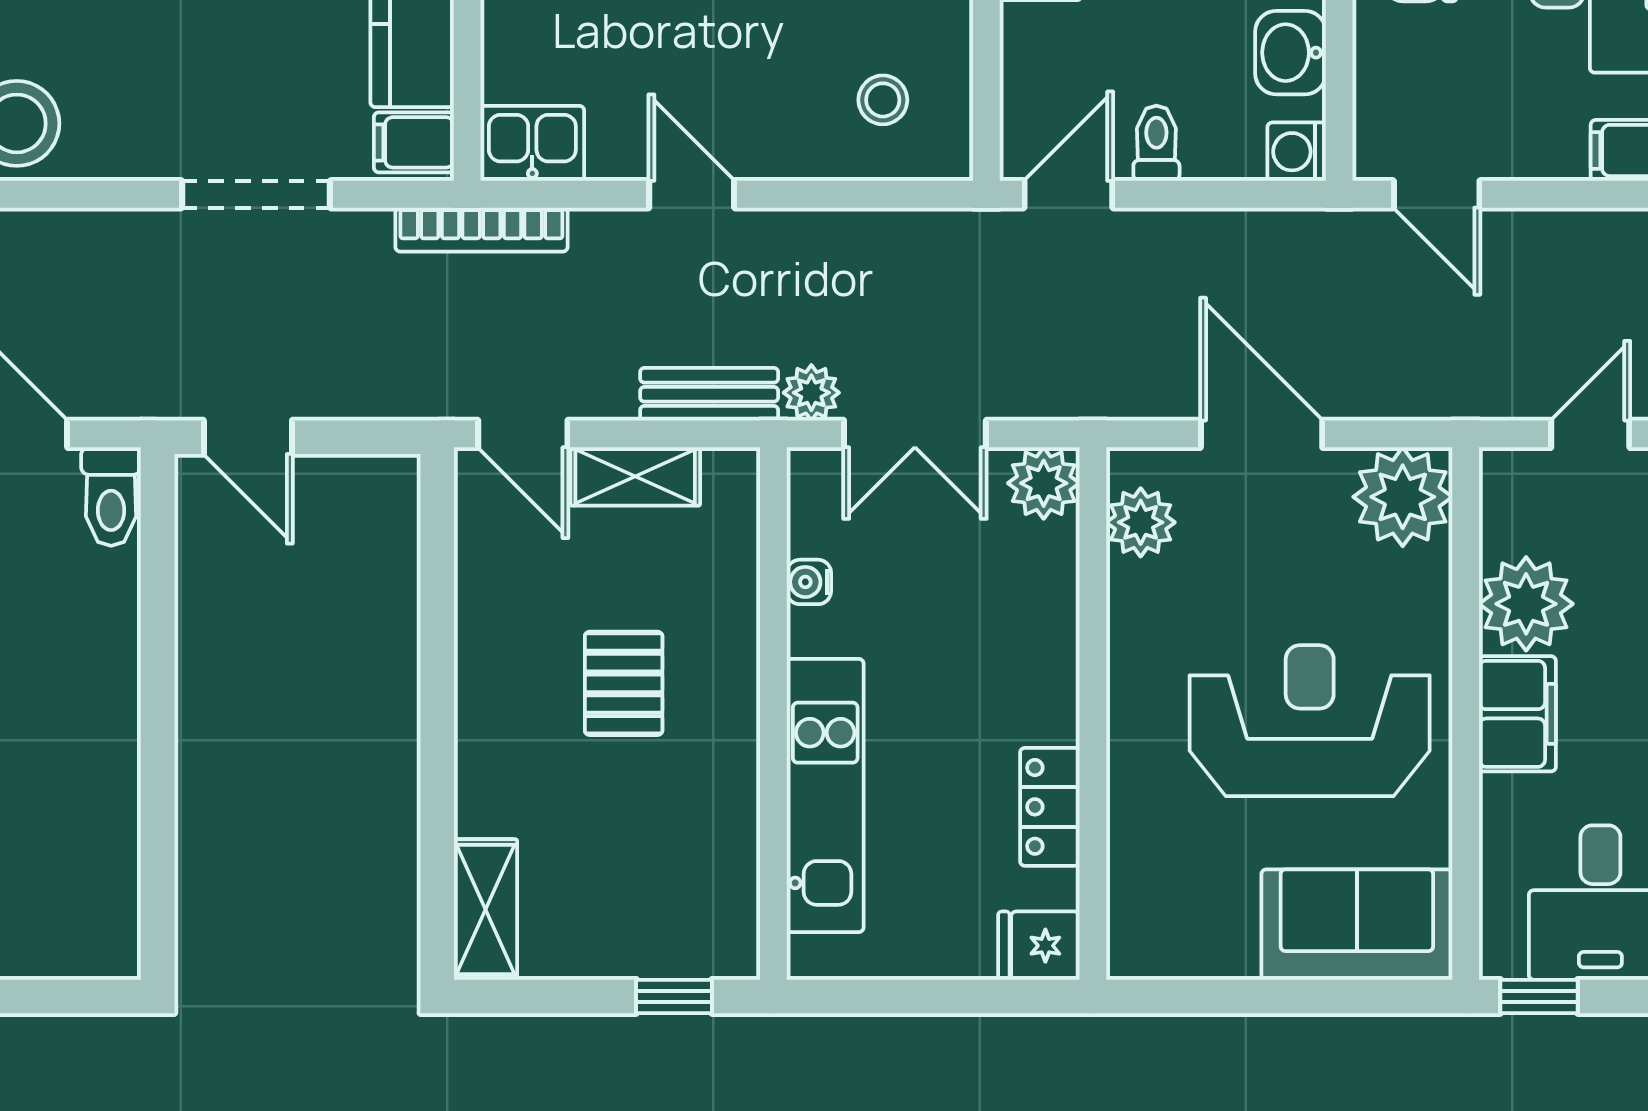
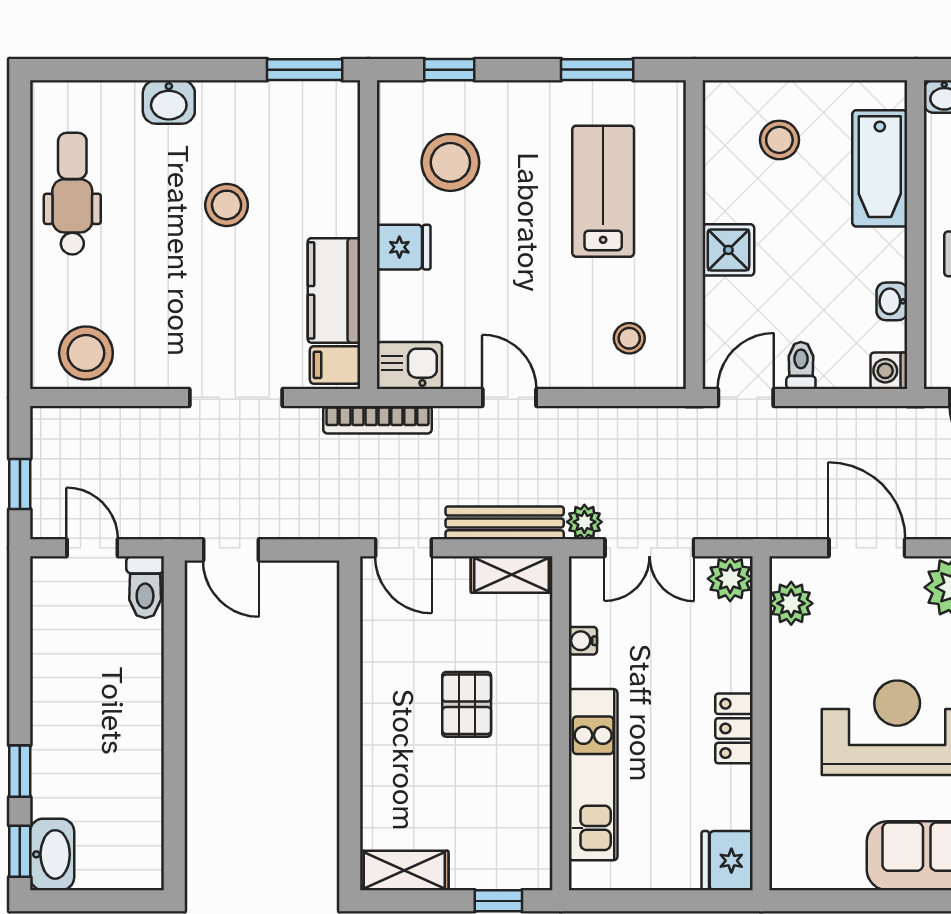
washbasin: (1291, 53) -> (892, 301), width x0.72, depth x0.69
bench: (709, 394) -> (505, 523), width x1.36
shelving: (635, 476) -> (512, 575), moved
locker: (1050, 807) -> (734, 728), moved
shelving: (485, 909) -> (404, 870), moved, turned 90
fridge: (1039, 946) -> (727, 861), width x1.38

